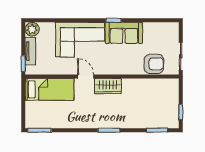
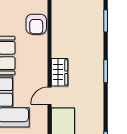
armchair: (154, 64) -> (36, 24), turned 180

